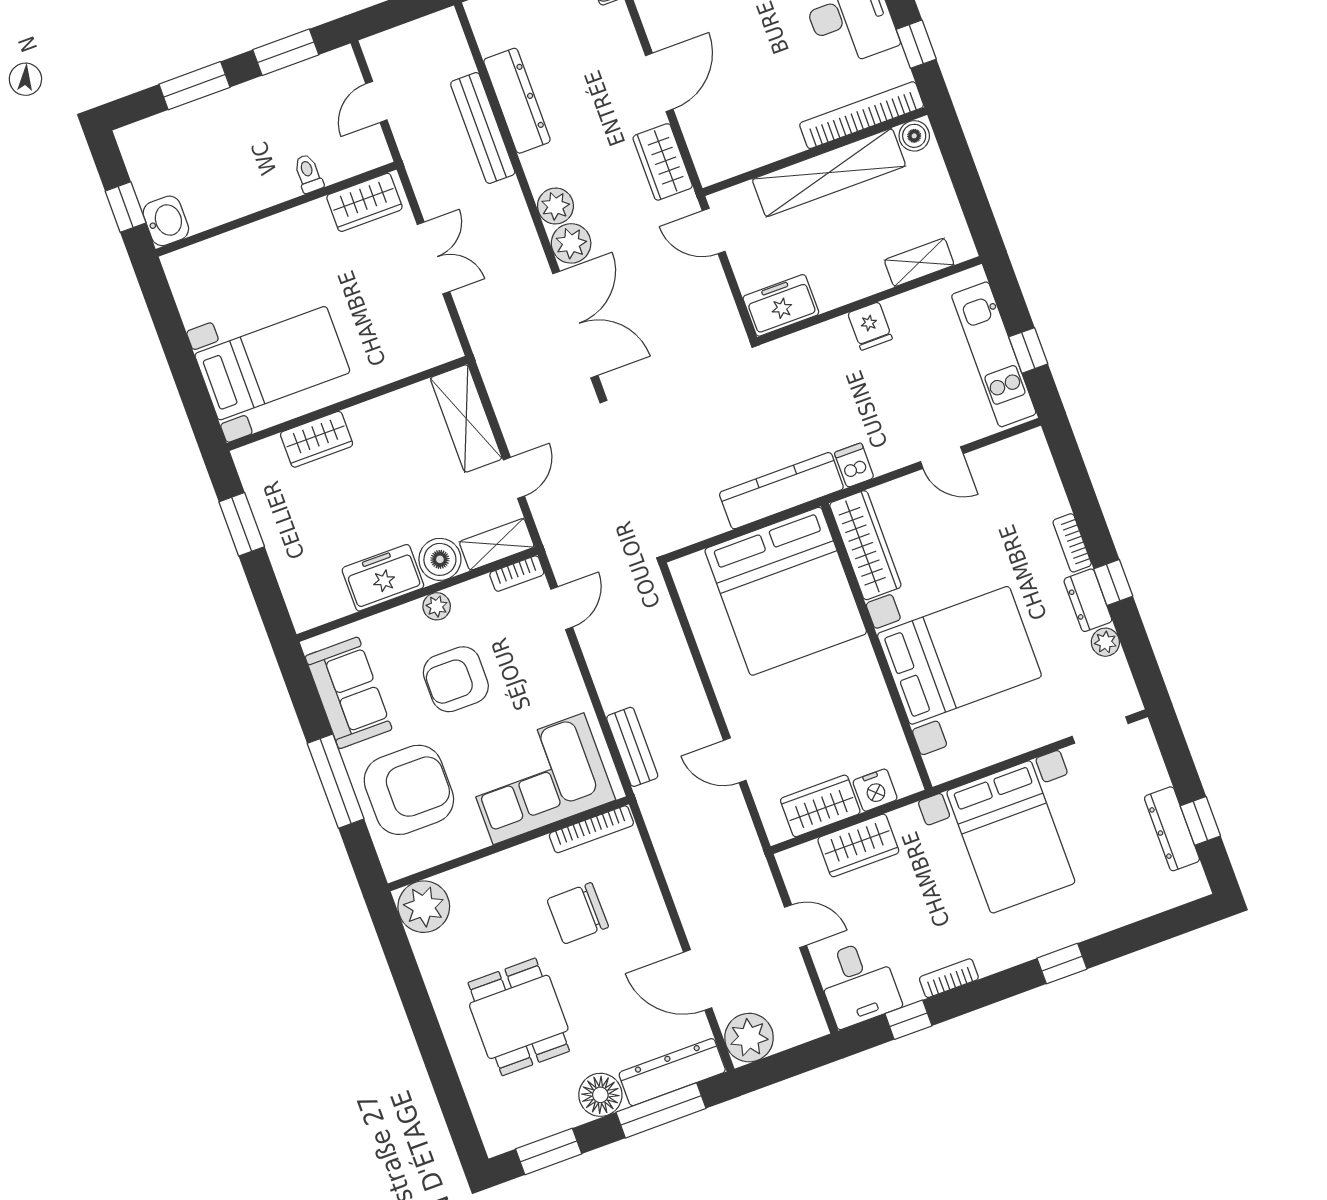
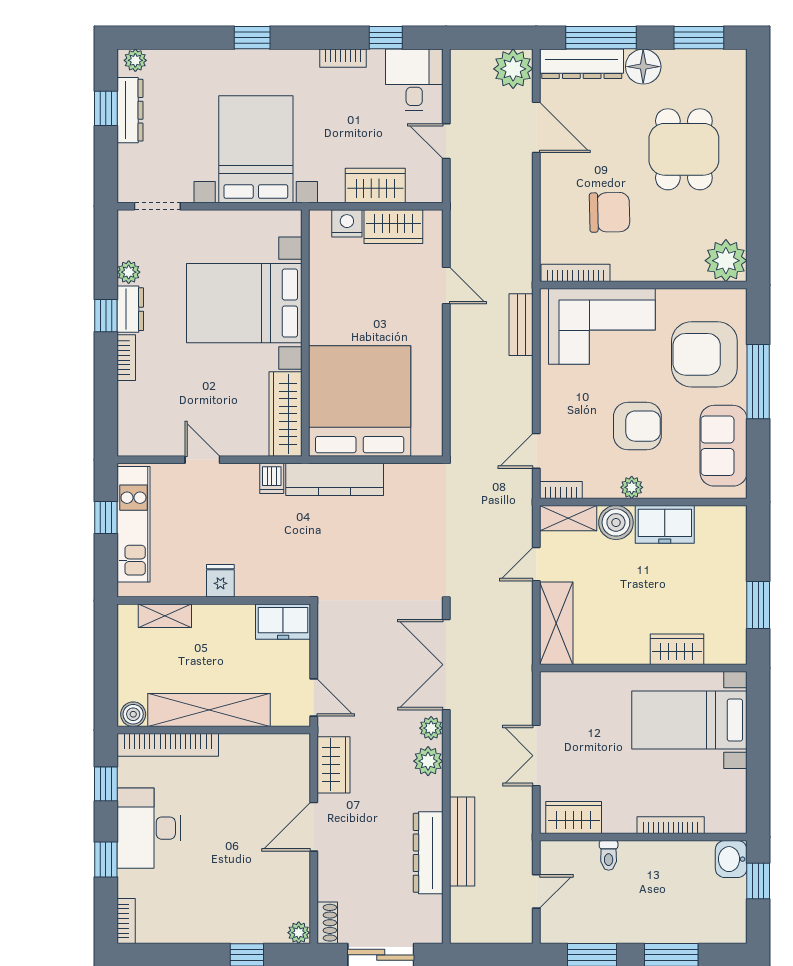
bookcase: (250, 234) -> (671, 825), added
plant: (571, 243) -> (431, 728), width x0.73, depth x0.73
plant: (1187, 888) -> (135, 60), added

